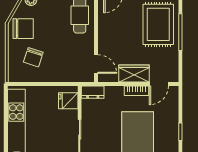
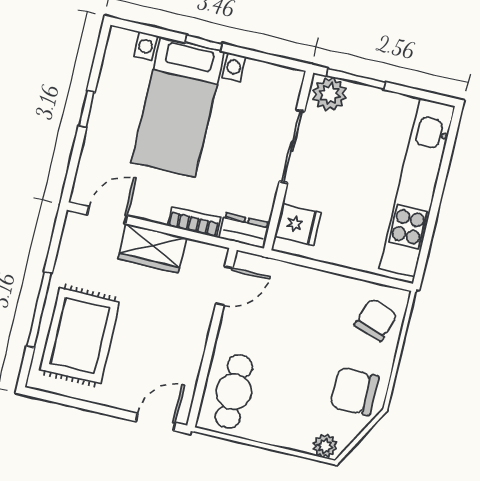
chair: (33, 57) -> (376, 320), moved
door: (96, 64) -> (224, 286), swing flipped
bookcase: (136, 91) -> (194, 222), moved

